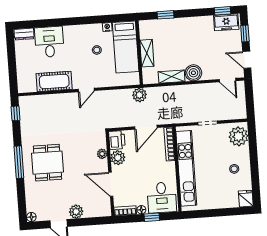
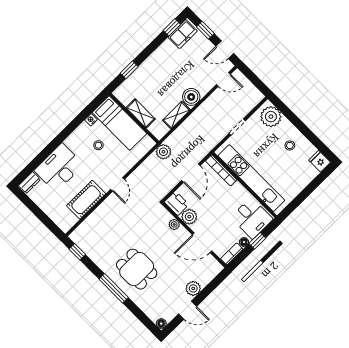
desk: (49, 42) -> (59, 168), width x1.37

